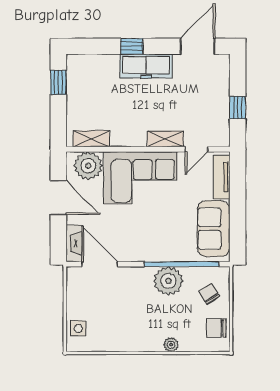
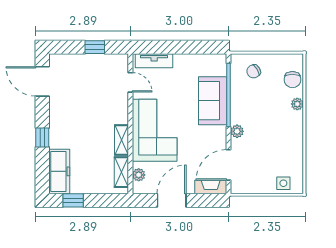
freezer: (146, 66) -> (59, 171), moved
shelving: (165, 139) -> (121, 140), moved
plant: (88, 166) -> (139, 175), width x0.53, depth x0.53
sofa: (214, 229) -> (213, 101), moved, turned 90
plant: (168, 281) -> (237, 131), moved, width x0.53, depth x0.53
chair: (216, 328) -> (292, 80), moved

